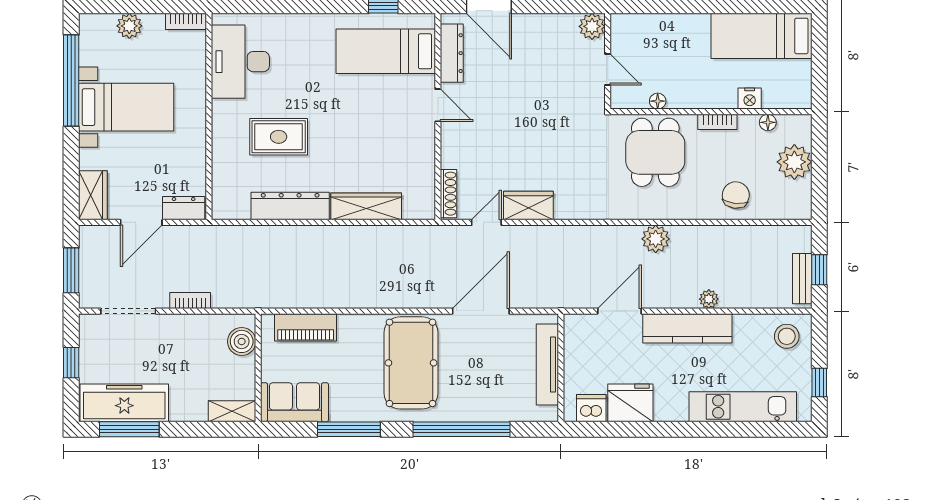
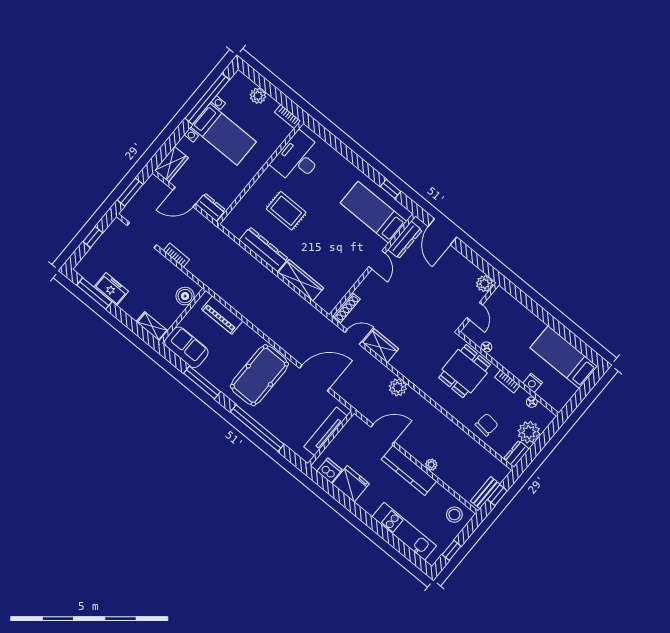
dresser: (801, 201) -> (516, 454), added
plant: (656, 239) -> (398, 387), moved
freezer: (124, 403) -> (111, 289), width x0.52, depth x0.79

